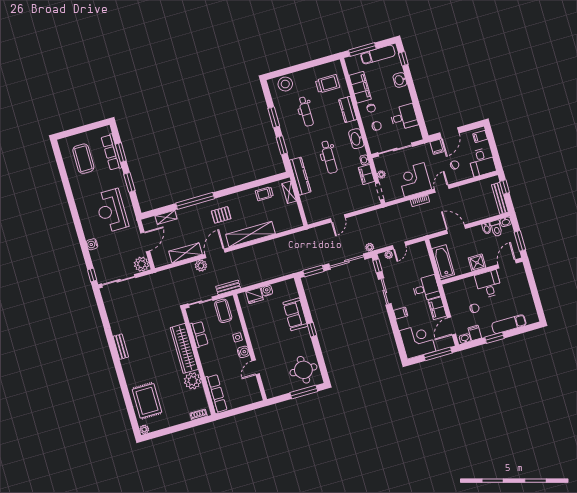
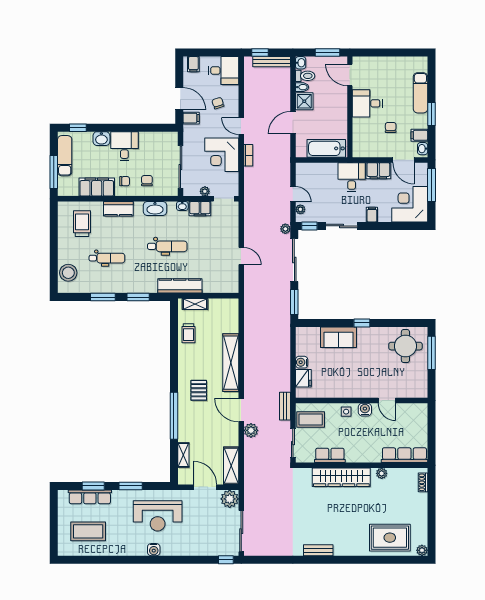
desk: (404, 117) -> (124, 146), moved
water cooler: (92, 244) -> (154, 550), moved
shelving: (186, 253) -> (231, 466), moved
shower: (477, 263) -> (304, 101), moved
plant: (193, 381) -> (382, 473), width x0.53, depth x0.53

